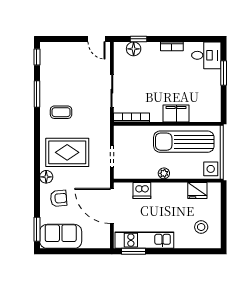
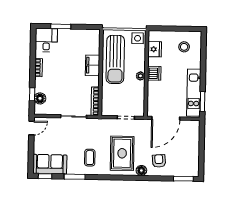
dishwasher: (142, 190) -> (154, 73), moved
sofa: (61, 236) -> (50, 164), moved, turned 90

